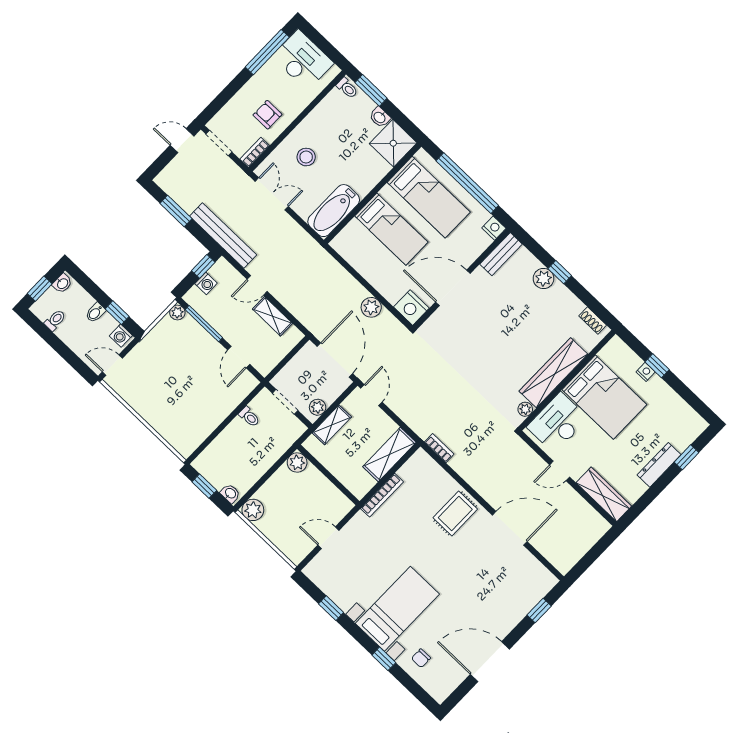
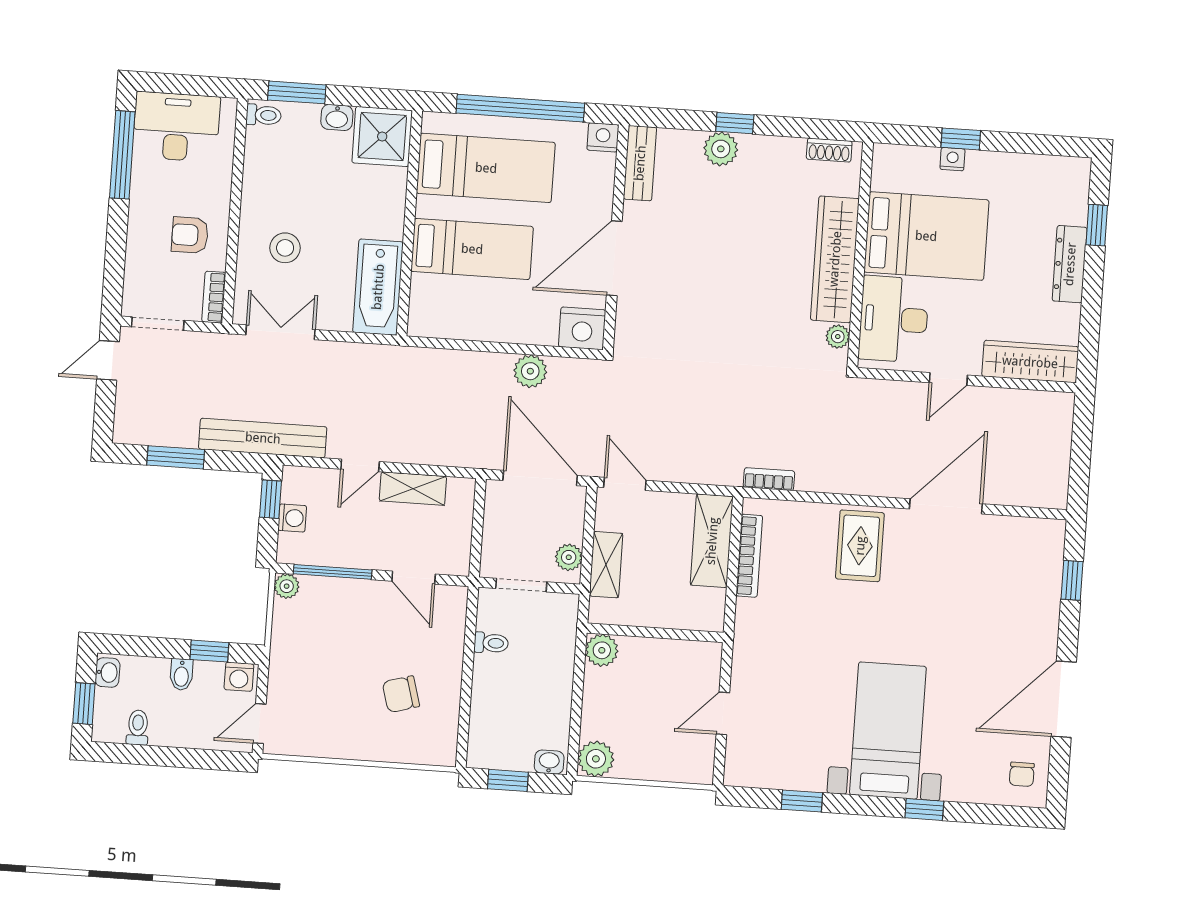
chair: (188, 406) -> (401, 694), added
bookcase: (382, 495) -> (749, 556), moved
chair: (421, 658) -> (1022, 774), moved

